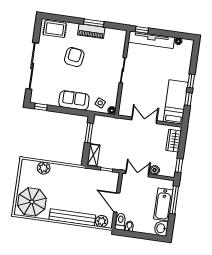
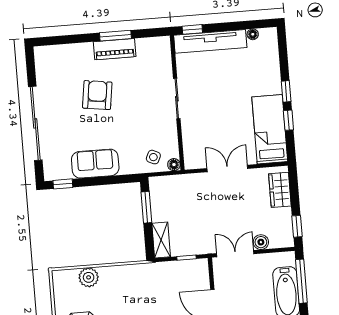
rug: (55, 29) -> (57, 59), removed
sofa: (74, 100) -> (95, 164), moved

